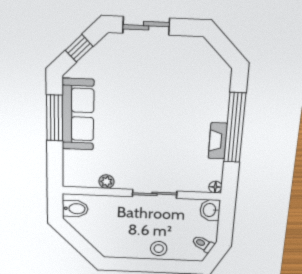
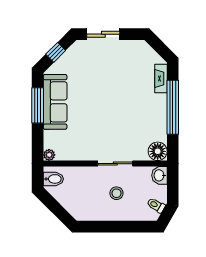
fireplace: (218, 141) -> (161, 78), moved
plant: (106, 182) -> (49, 155), moved
floor lamp: (215, 187) -> (158, 151), width x1.89, depth x1.89
stool: (159, 249) -> (116, 193), moved

